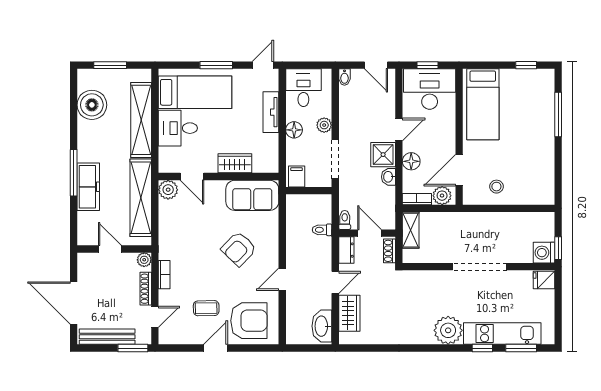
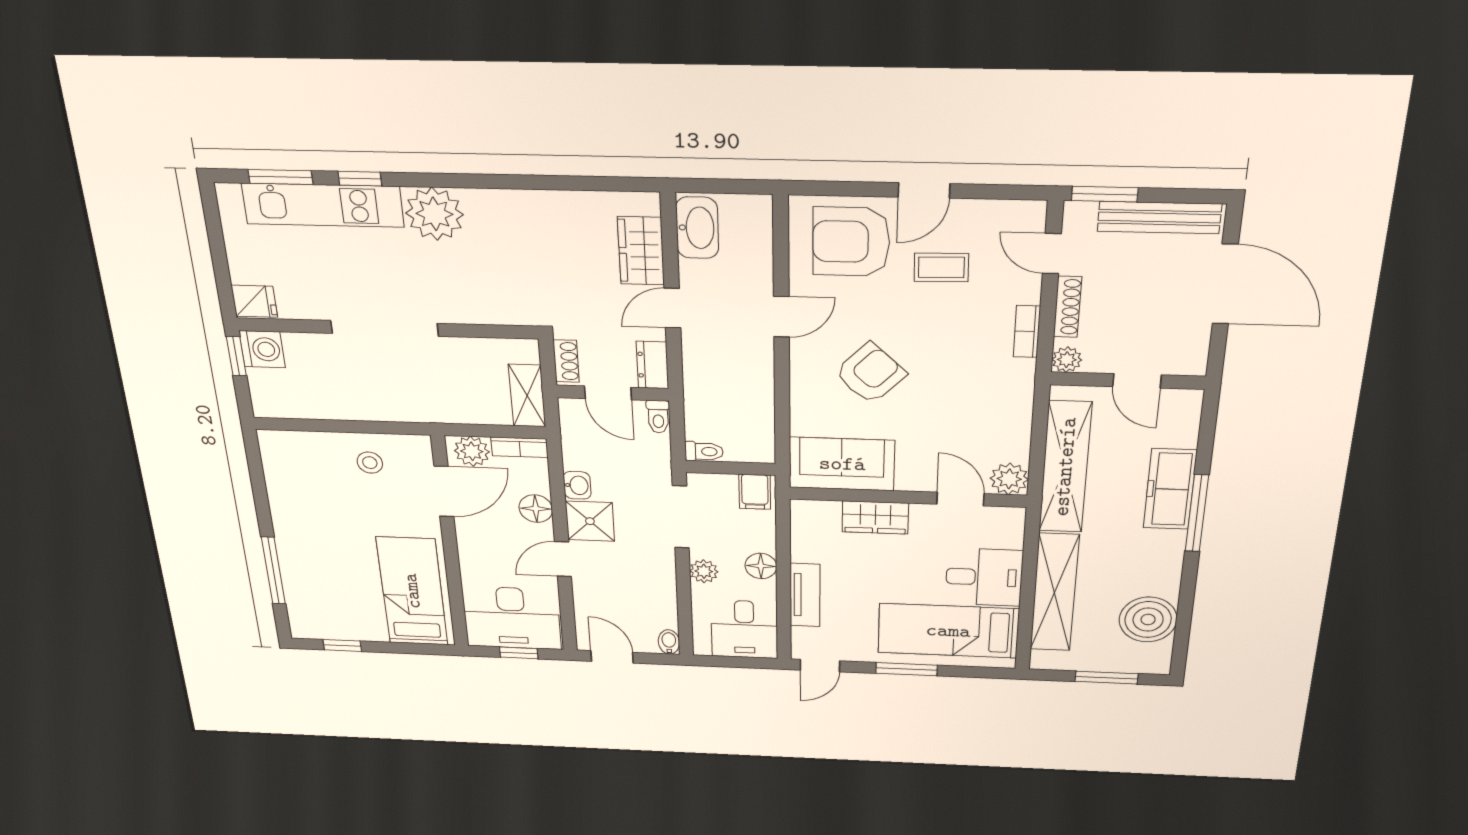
toilet: (322, 230) -> (704, 451), moved
door: (155, 317) -> (1052, 254), hinge flipped

